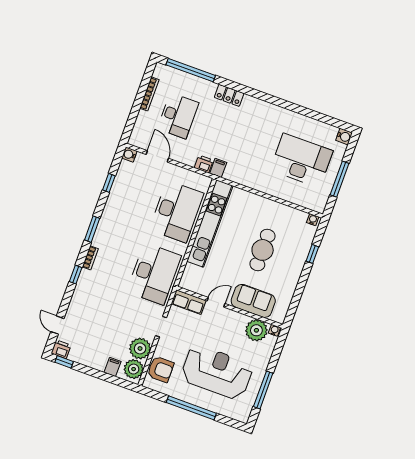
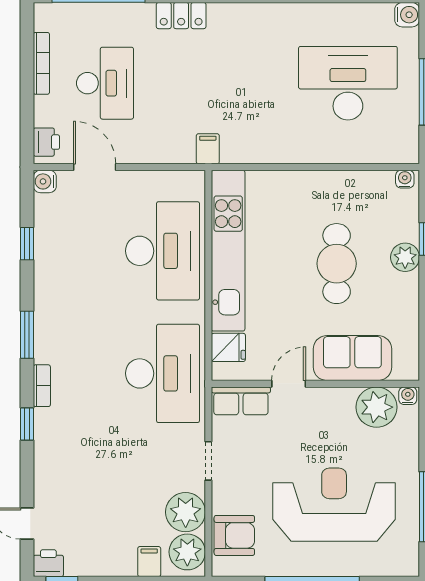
printer: (204, 164) -> (46, 142), moved, turned 90
plant: (298, 259) -> (405, 257), added
fridge: (192, 273) -> (228, 347), added

